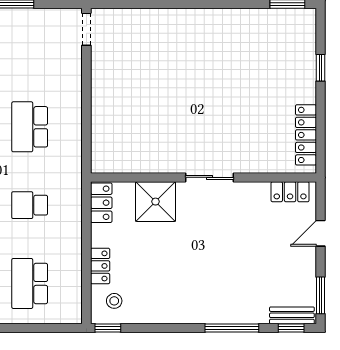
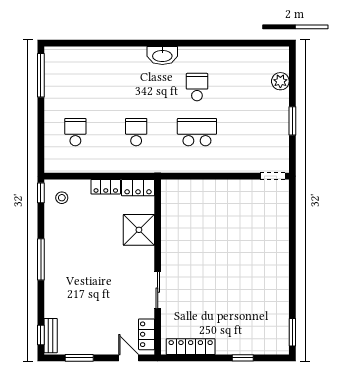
sliding door: (210, 177) -> (158, 290), moved
door: (321, 233) -> (129, 358), moved
locker: (100, 266) -> (106, 187), moved
school desk: (30, 283) -> (75, 132), width x0.54
window: (321, 295) -> (79, 358), moved
window: (232, 328) -> (41, 259), moved

